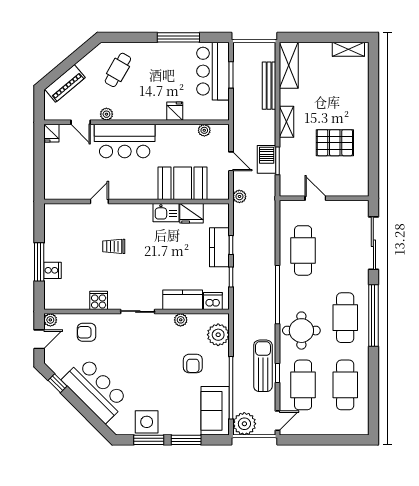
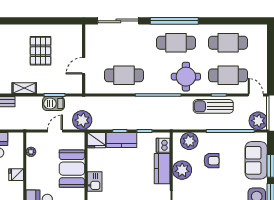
plant: (239, 196) -> (82, 120), width x1.88, depth x1.88
fridge: (192, 213) -> (96, 140), moved, turned 90
plant: (181, 320) -> (182, 170), width x1.87, depth x1.87
sofa: (215, 411) -> (256, 160), moved, turned 90

